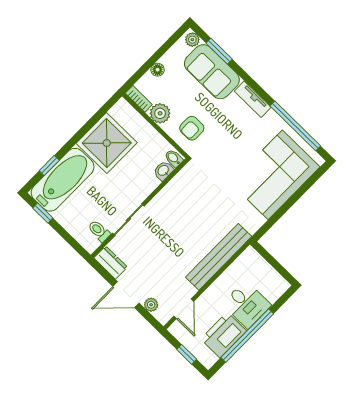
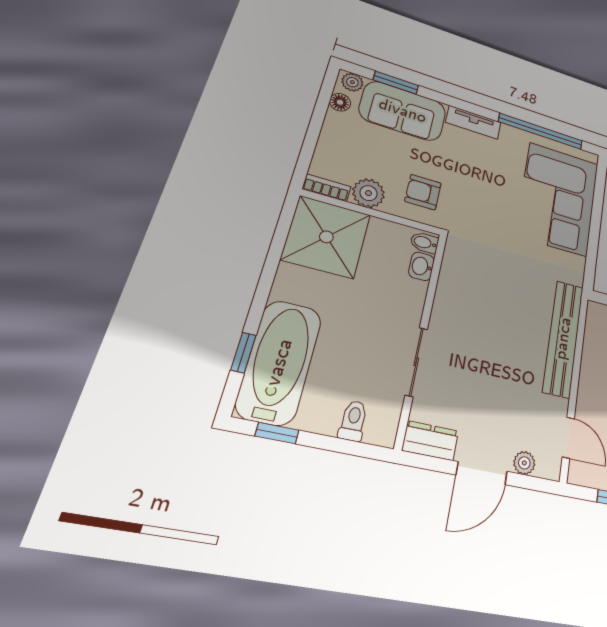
floor lamp: (158, 70) -> (340, 102), moved
armchair: (192, 128) -> (423, 192), turned 90
shower: (107, 143) -> (326, 237), moved
toilet: (99, 231) -> (353, 421), moved, turned 90

